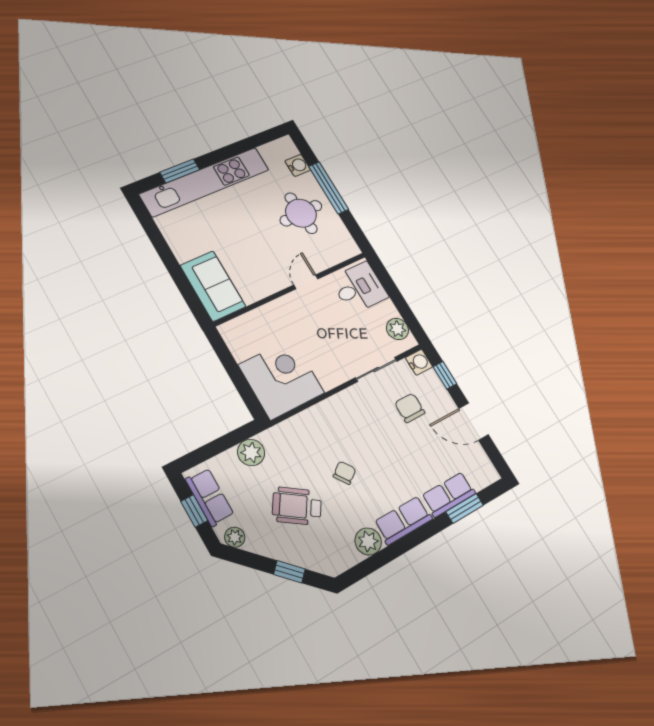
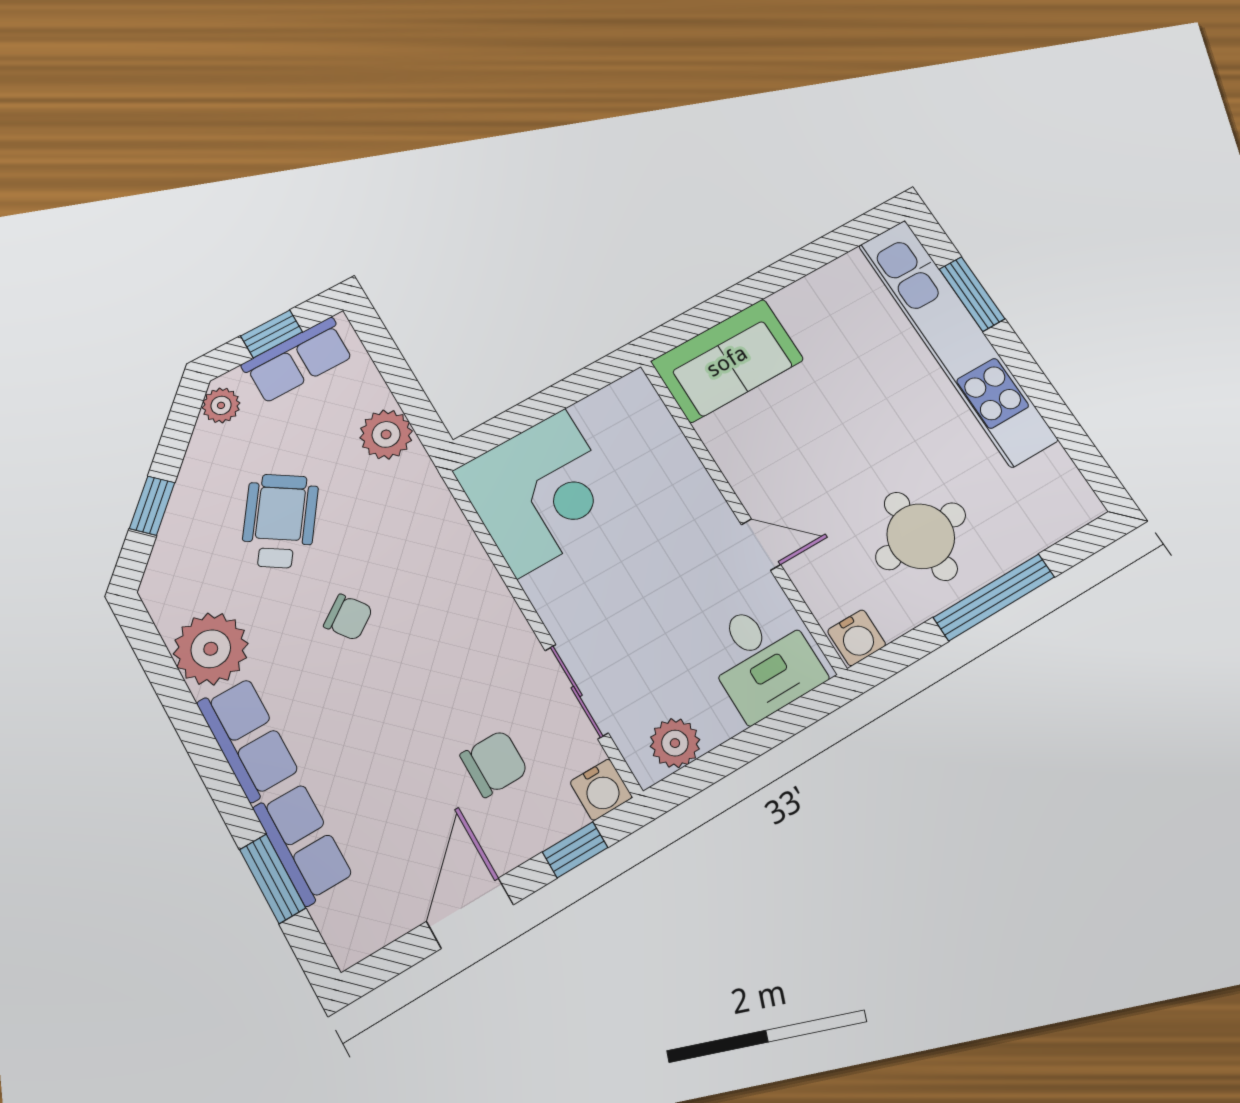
water cooler: (298, 165) -> (857, 638), moved
plant: (368, 541) -> (211, 649), width x1.36, depth x1.36

